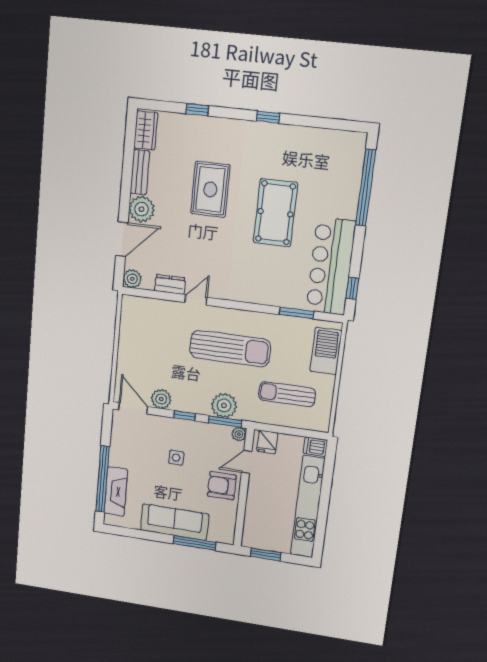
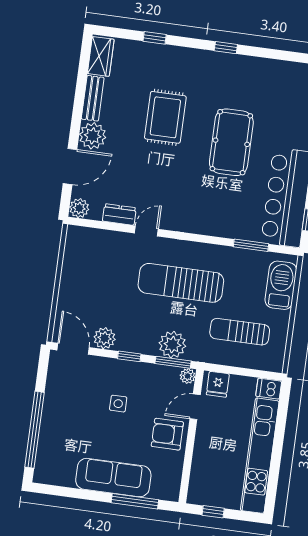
sun lounger: (230, 349) -> (181, 283), turned 180
fireplace: (116, 491) -> (49, 444), removed
window: (266, 554) -> (213, 512), width x0.67

